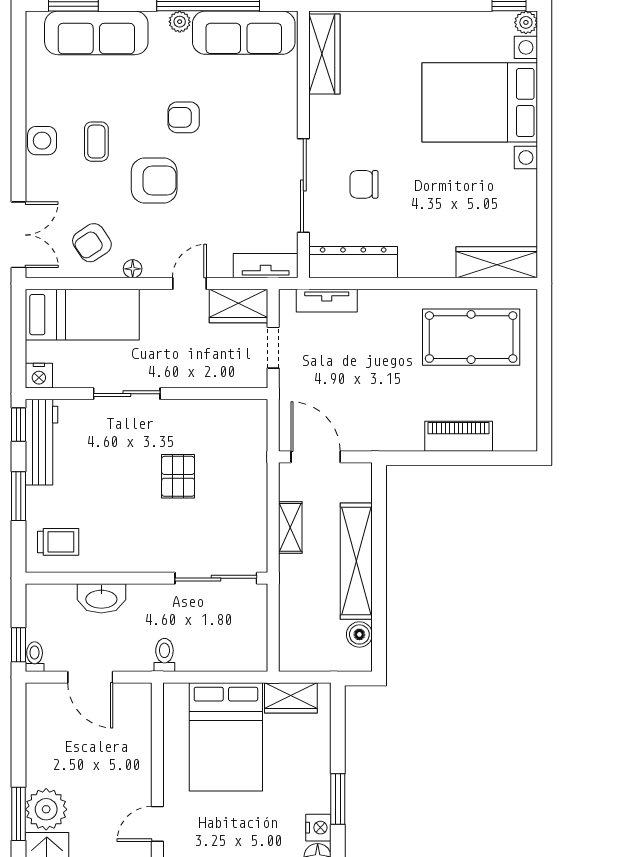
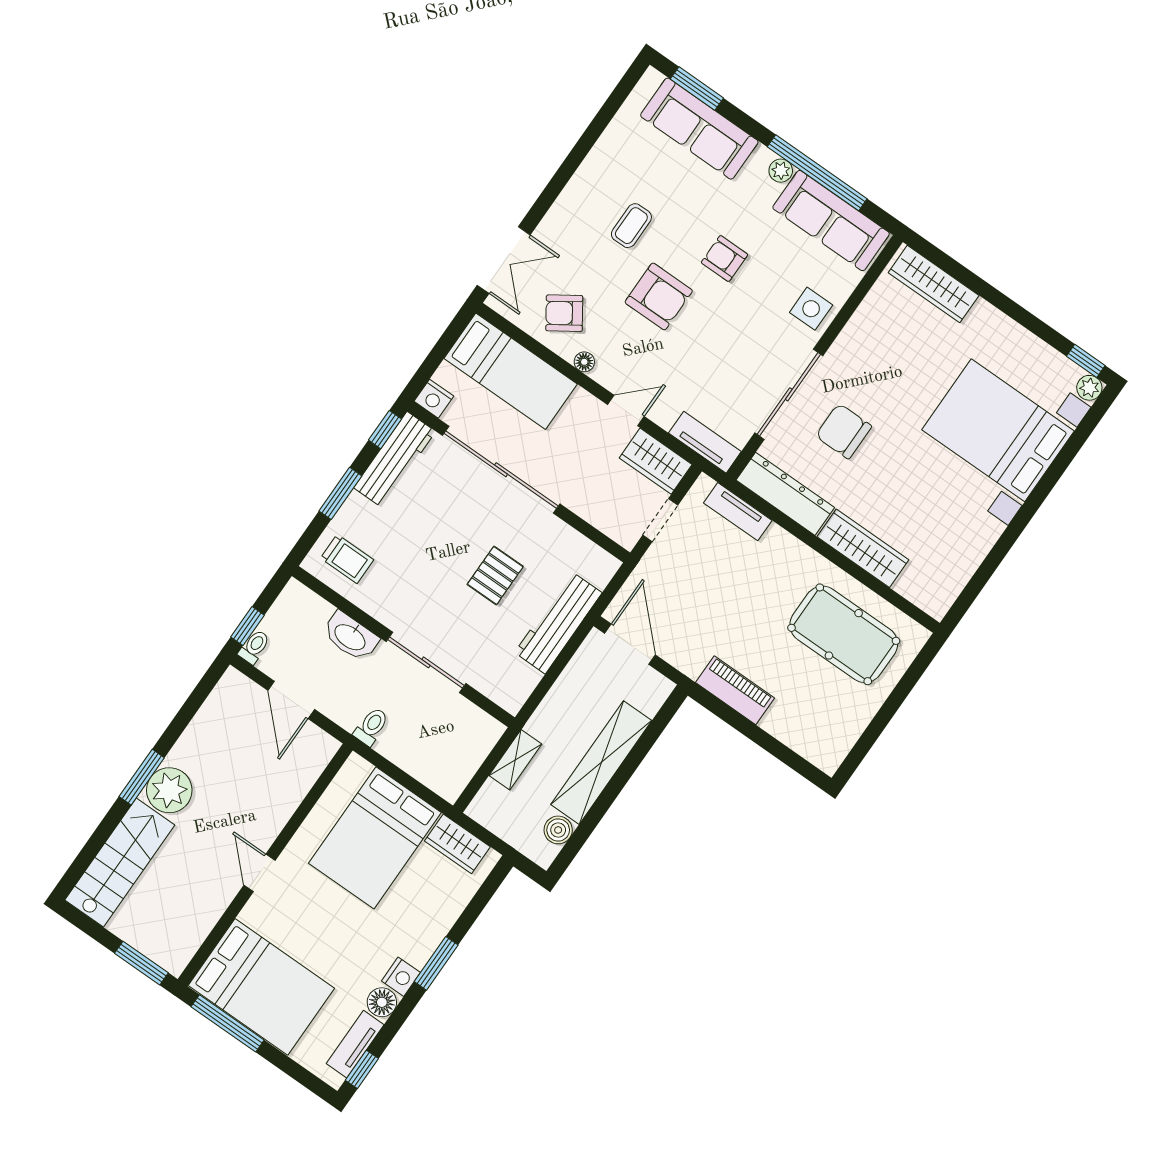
wardrobe: (324, 54) -> (934, 284), moved, turned 90
side table: (42, 141) -> (811, 309), moved
chair: (364, 184) -> (844, 431), width x1.37, depth x1.37
wardrobe: (497, 262) -> (863, 548), moved
sliding door: (127, 394) -> (501, 470), width x1.86
piano: (459, 436) -> (735, 690), moved
workbench: (250, 479) -> (558, 623), added
shelving: (290, 527) -> (515, 760), moved
sliding door: (216, 578) -> (426, 662), moved
door: (157, 824) -> (260, 873), hinge flipped

